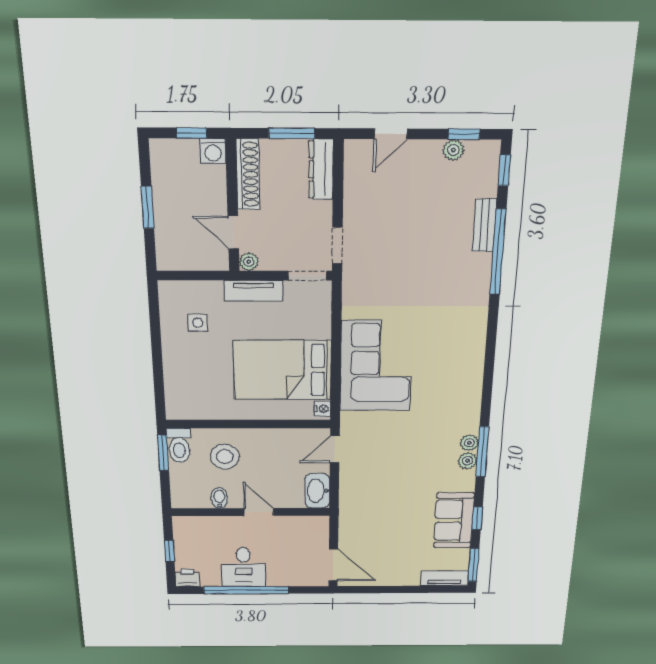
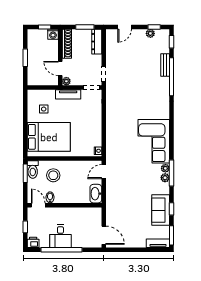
corner sofa: (376, 366) -> (154, 141), moved, turned 180
bed: (282, 370) -> (49, 137), moved, turned 180
door: (259, 512) -> (38, 205), moved

